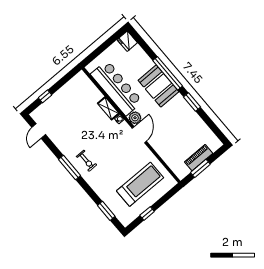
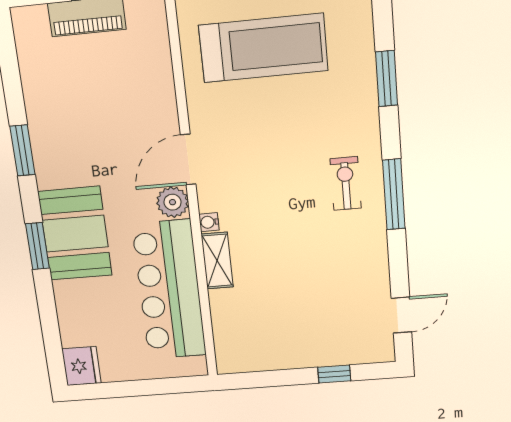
window: (168, 73) -> (37, 246), width x0.47
treadmill: (140, 184) -> (263, 48), turned 180
window: (106, 211) -> (387, 79), moved

